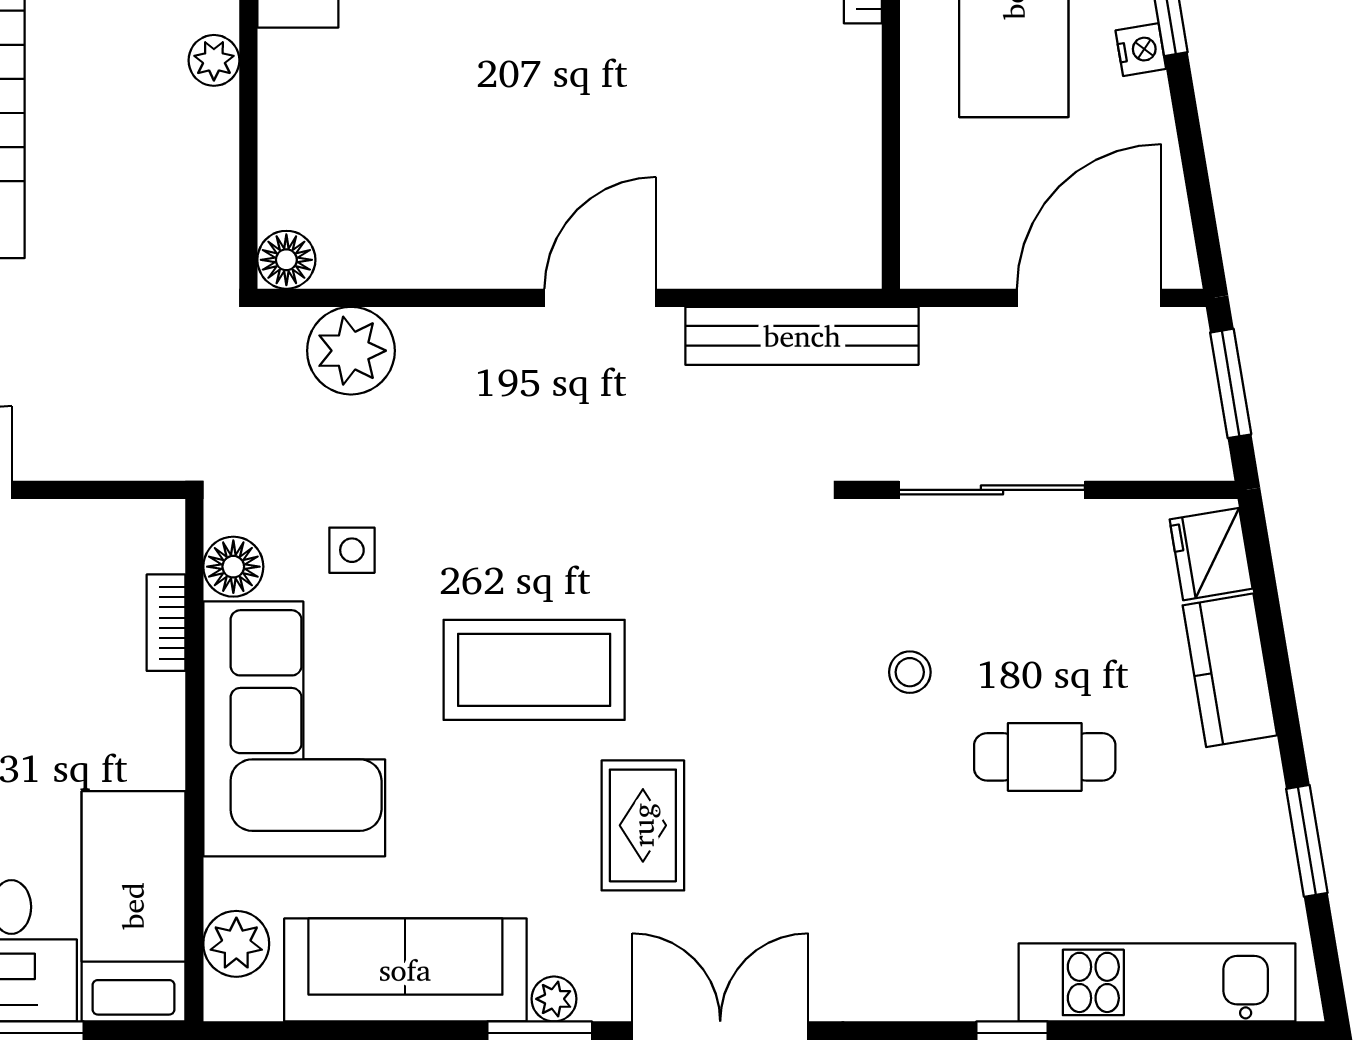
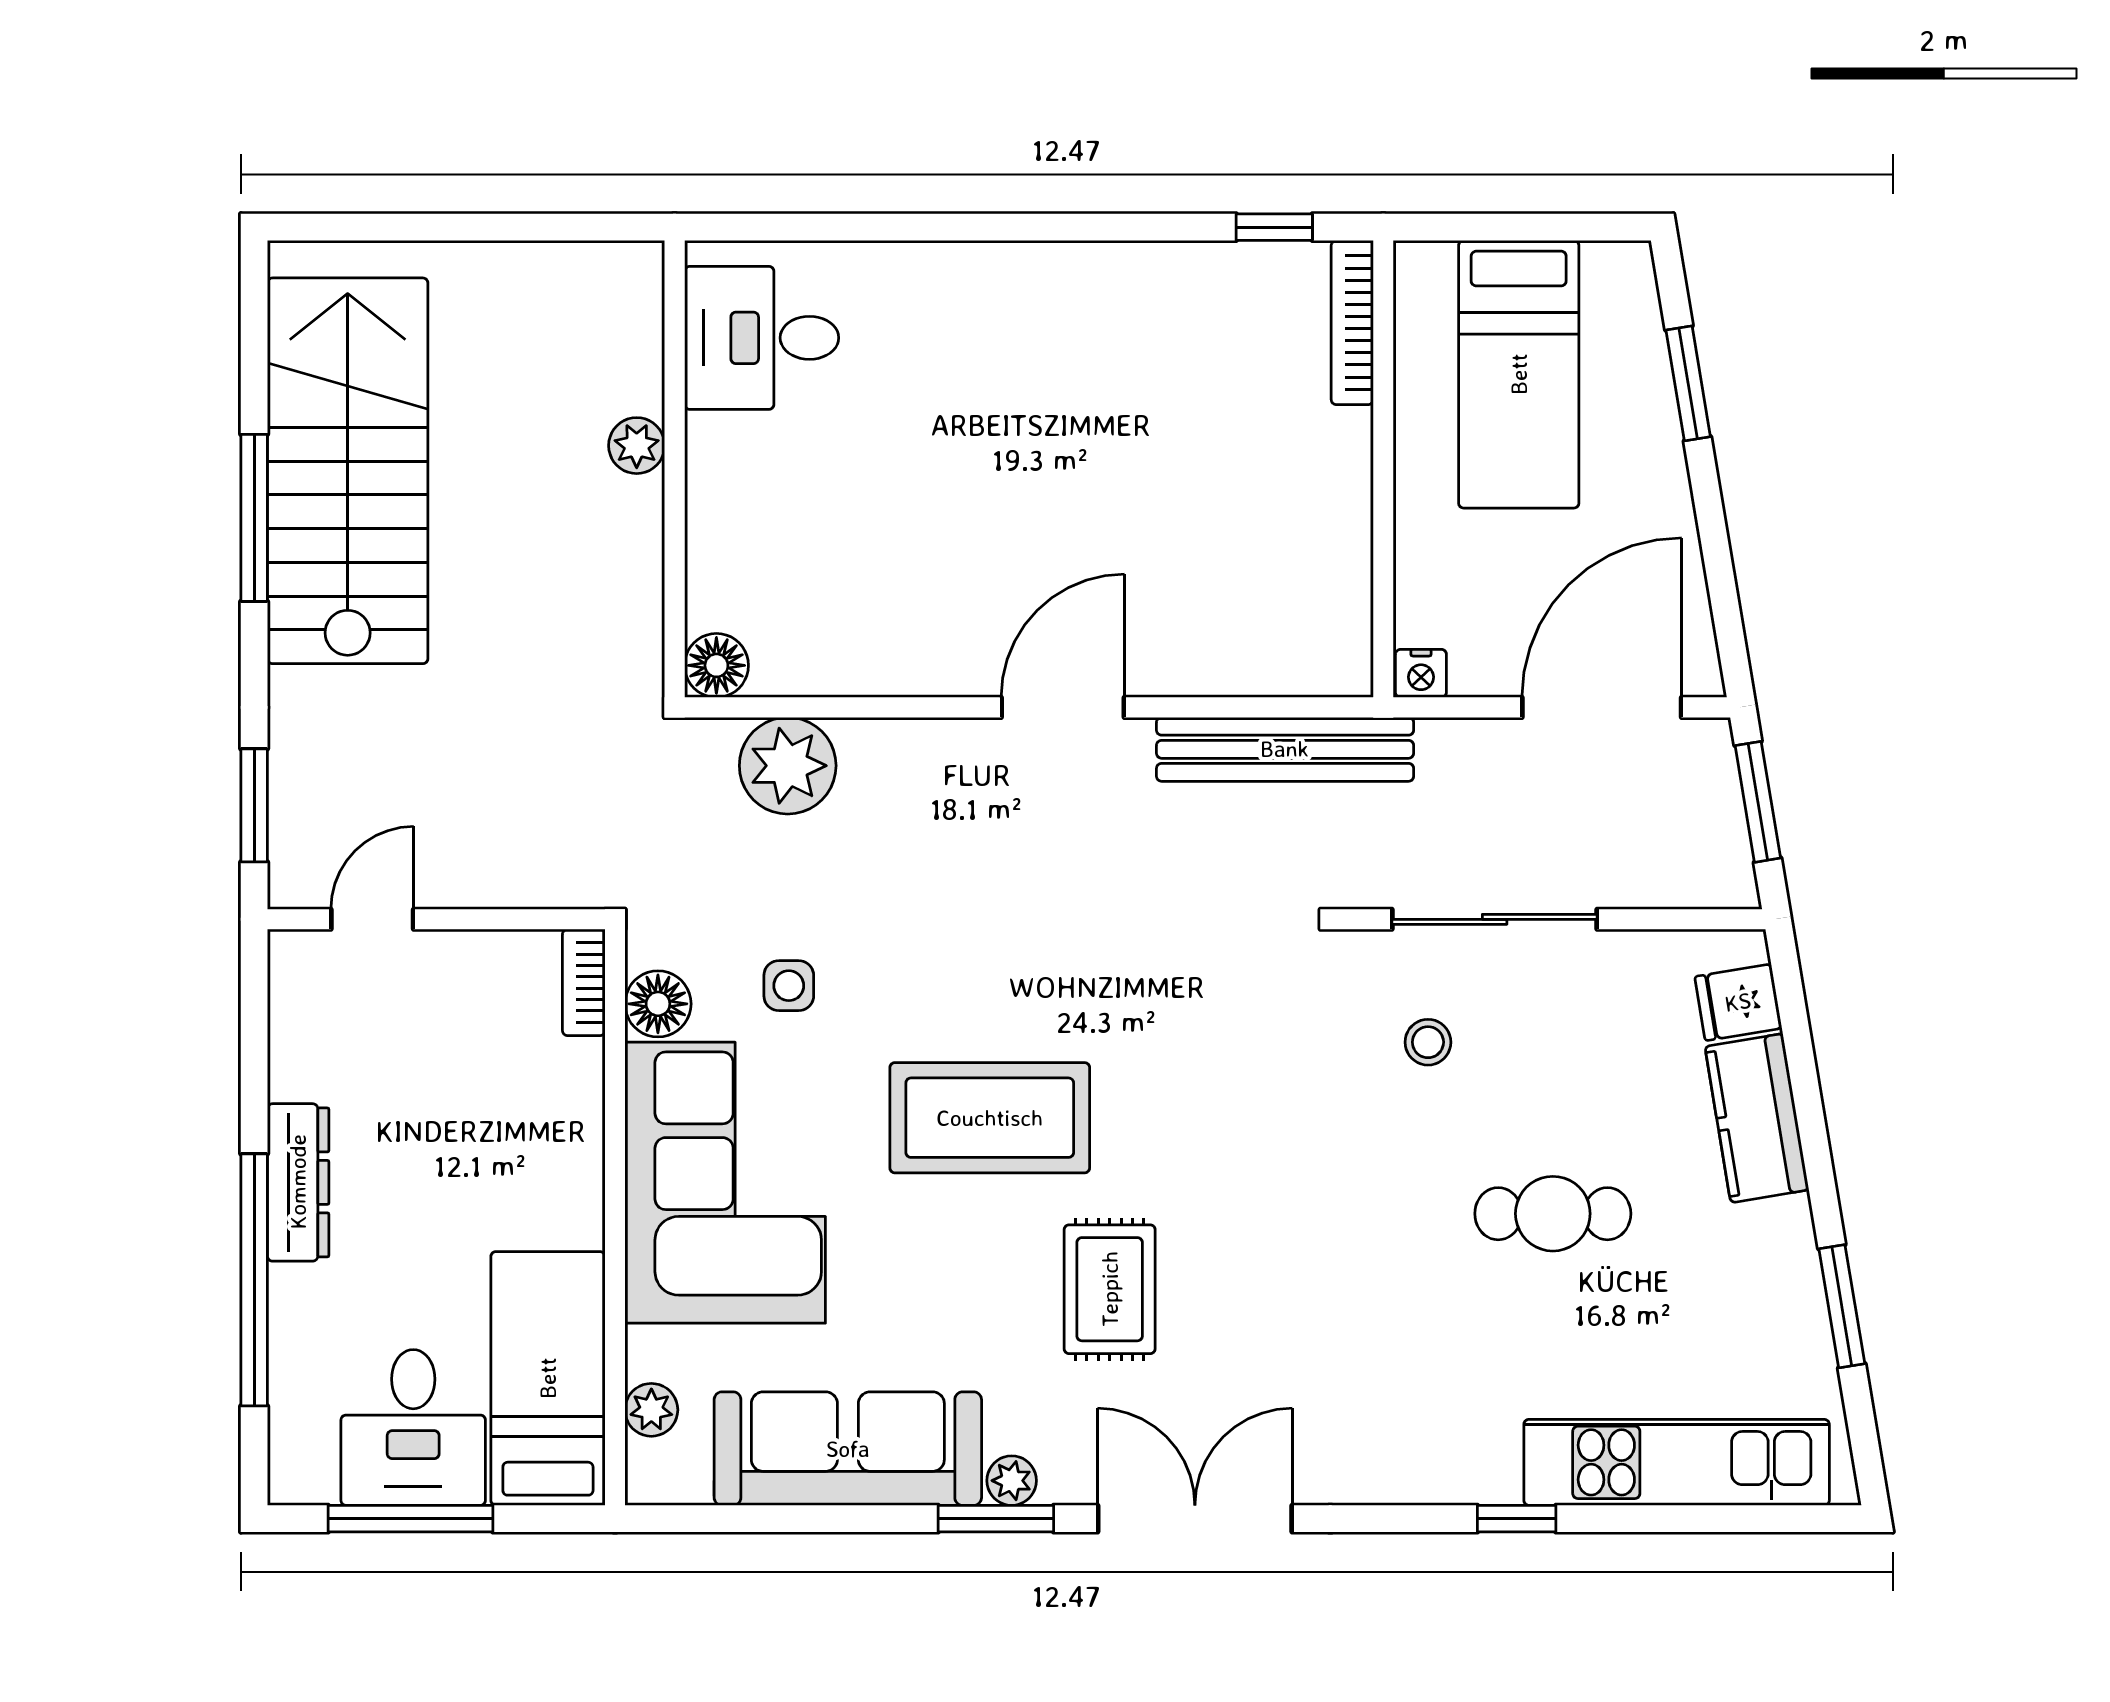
nightstand: (1141, 50) -> (1421, 673), moved, turned 99
fridge: (1211, 554) -> (1738, 1002), width x0.72
bookcase: (166, 623) -> (584, 982), moved
stool: (910, 672) -> (1428, 1042), moved
plant: (236, 944) -> (651, 1410), width x0.73, depth x0.73

